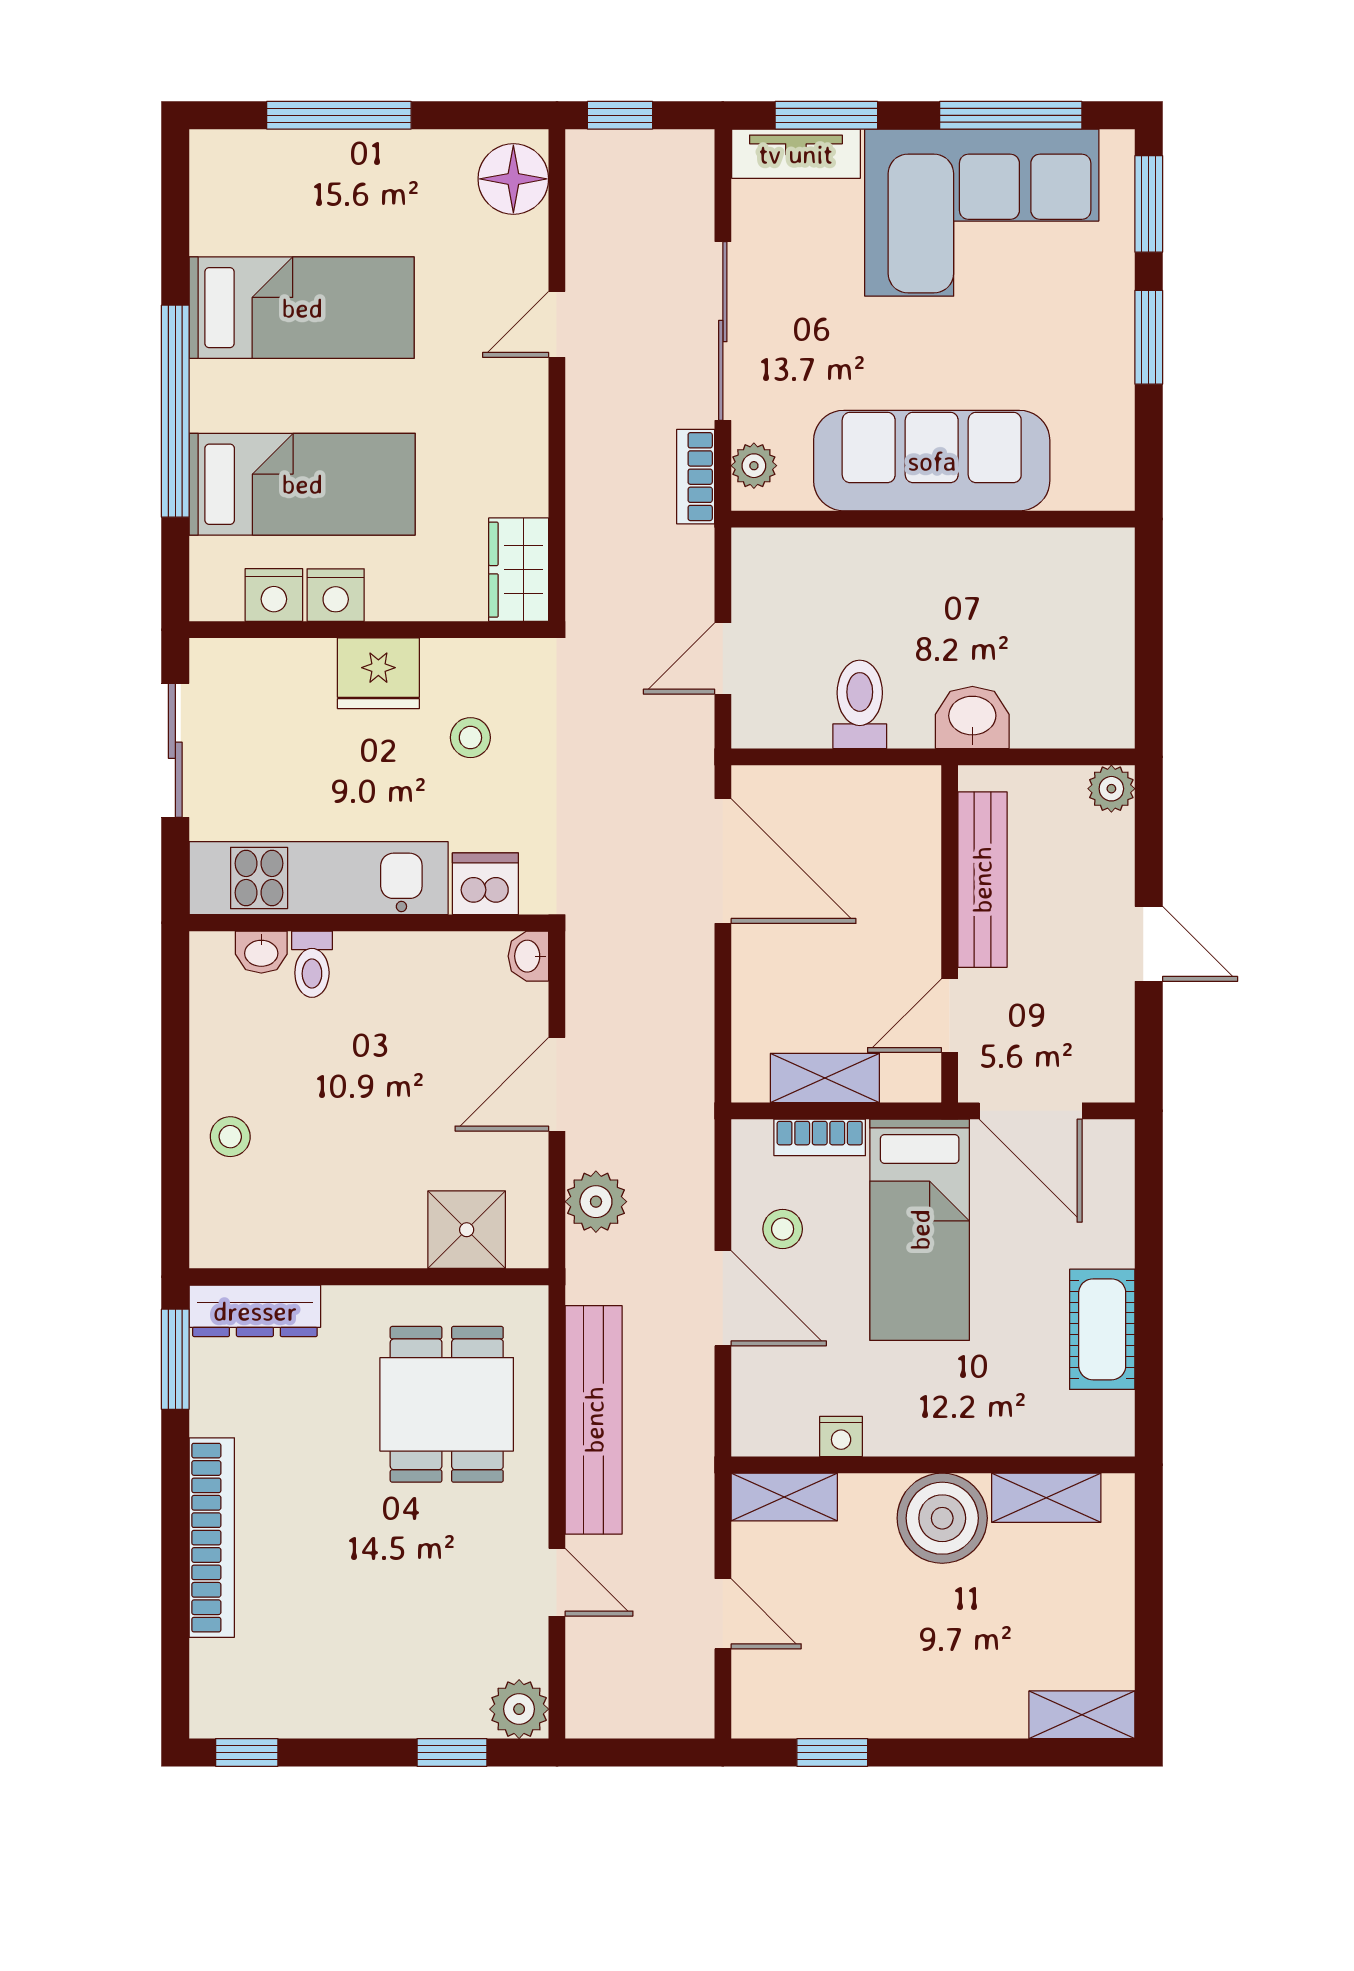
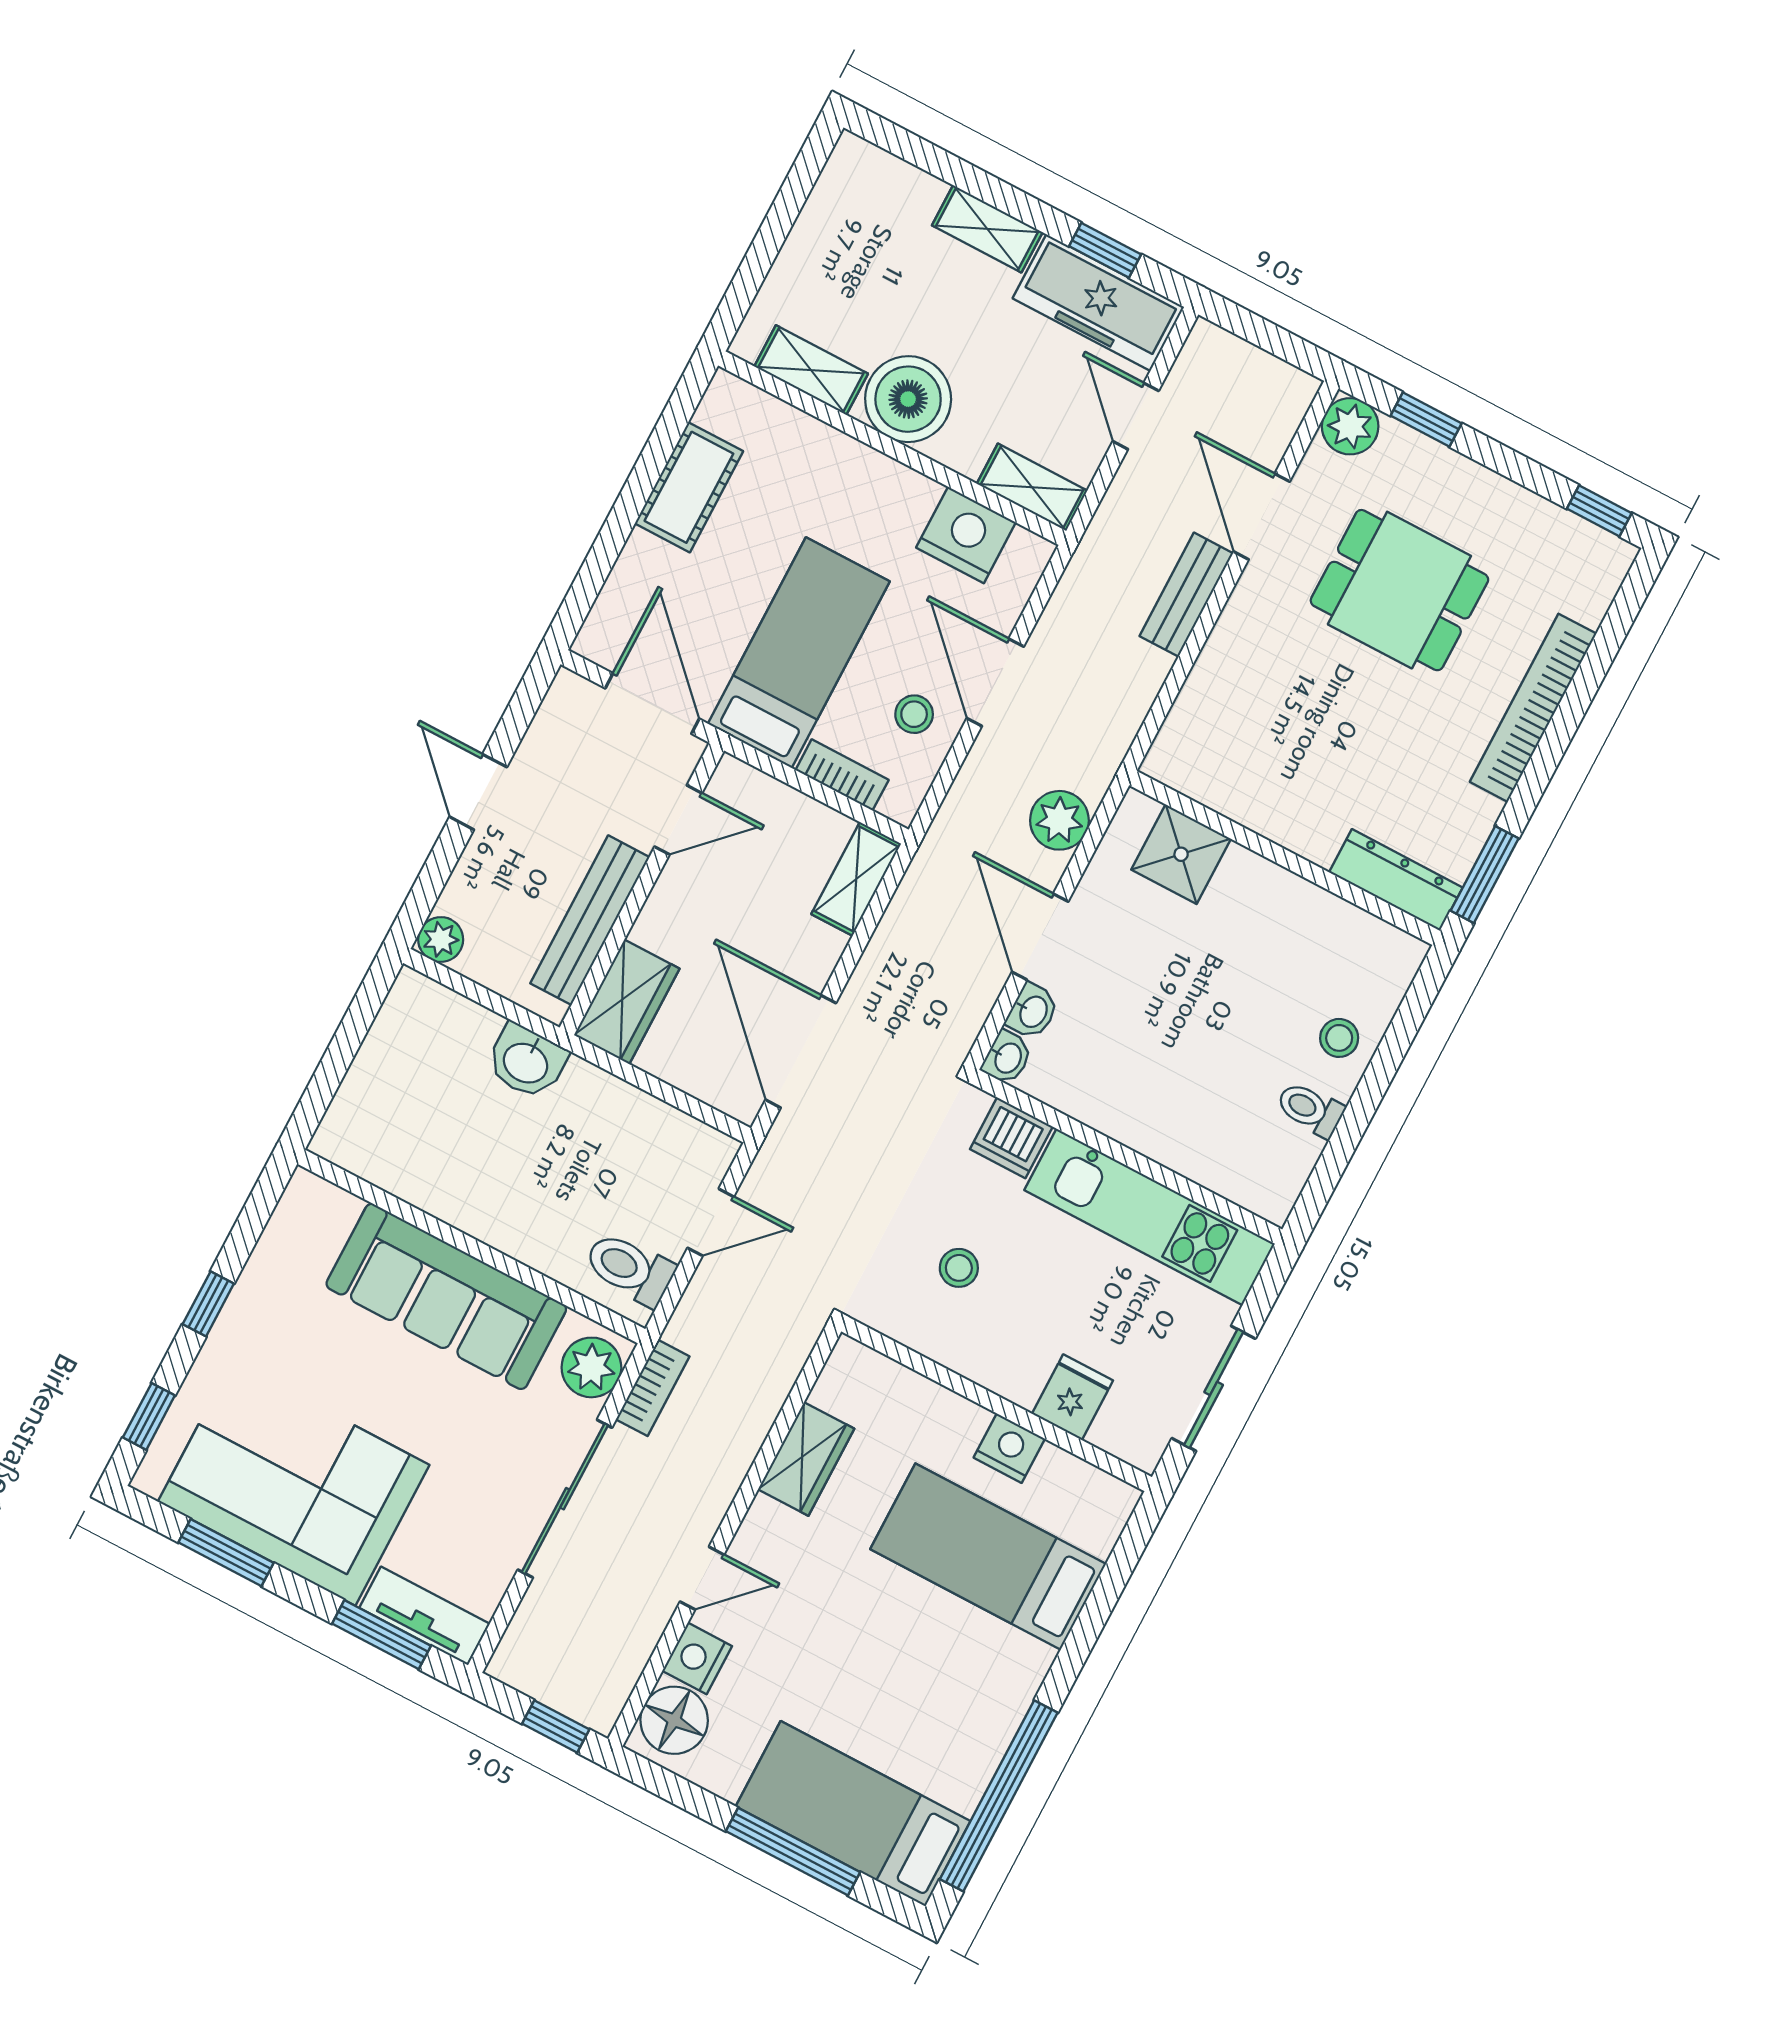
window: (1011, 115) -> (226, 1553), width x0.69
window: (1149, 204) -> (149, 1416), width x0.67
bed: (302, 308) -> (853, 1814), moved
window: (1149, 337) -> (208, 1304), width x0.67
window: (175, 411) -> (999, 1796), moved
plant: (754, 466) -> (591, 1367), width x1.38, depth x1.38
wardrobe: (519, 570) -> (806, 1459), moved
nightstand: (274, 595) -> (697, 1658), moved, turned -90
fridge: (378, 673) -> (1073, 1397), moved, width x0.72
toilet: (860, 704) -> (630, 1269), moved, turned 90
wardrobe: (908, 822) -> (627, 1002), added
washbasin: (261, 952) -> (1032, 1011), moved, turned 90
toilet: (312, 964) -> (1310, 1109), moved, turned -90
shelving: (825, 1078) -> (856, 879), moved, turned 90
door: (557, 1084) -> (1040, 937), swing flipped
dining table: (447, 1404) -> (1399, 590), moved, turned 90
bench: (594, 1420) -> (1186, 595), width x0.54, depth x0.82
nightstand: (841, 1436) -> (966, 535), width x1.89, depth x1.79
door: (557, 1582) -> (1262, 517), width x1.38
freezer: (813, 1701) -> (1098, 303), added
shelving: (1082, 1715) -> (987, 229), moved

